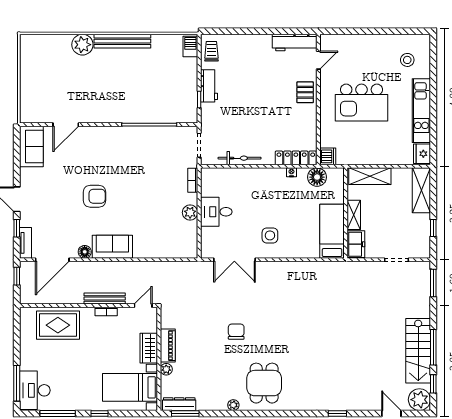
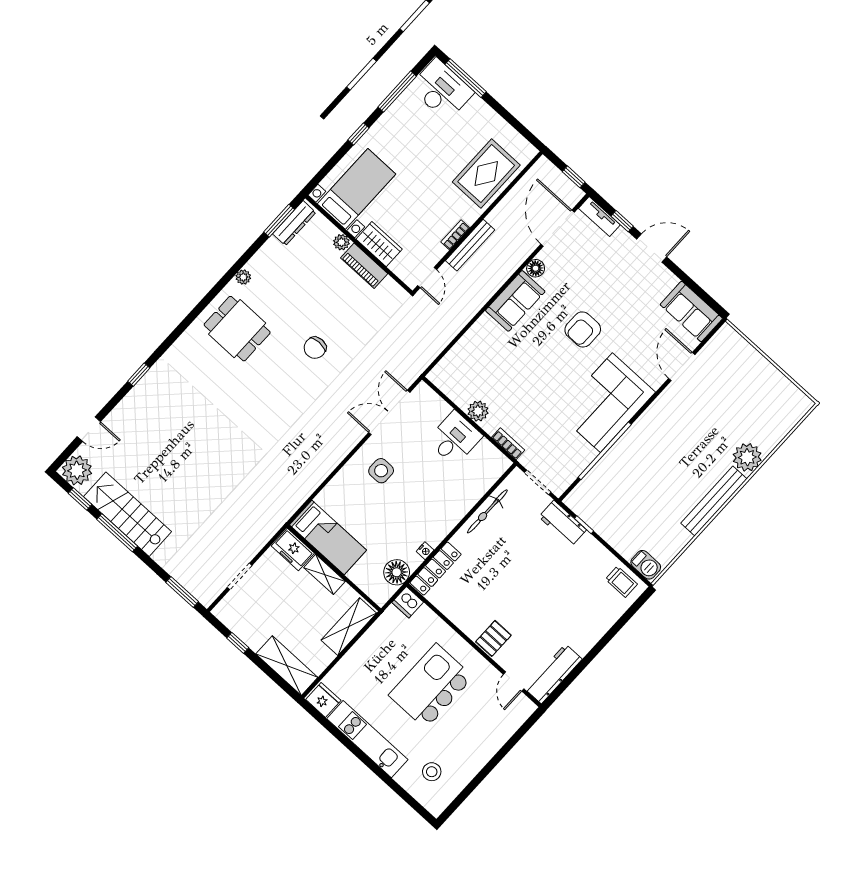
workbench: (209, 86) -> (563, 523), moved
pallet: (305, 92) -> (493, 638), turned 90
corner sofa: (122, 147) -> (606, 403), added
chair: (236, 332) -> (315, 348), turned 90

